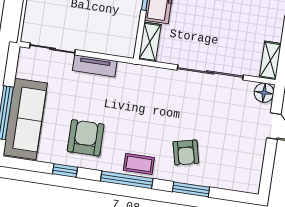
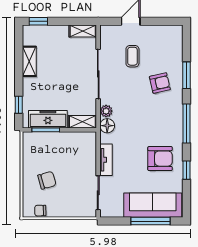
plant: (159, 76) -> (106, 111), added
floor lamp: (264, 93) -> (107, 126), moved
armchair: (86, 138) -> (160, 159), turned 180
coffee table: (139, 164) -> (132, 56), moved

